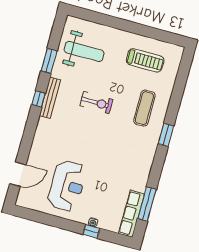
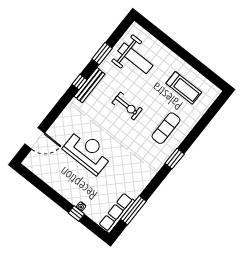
reception desk: (67, 186) -> (88, 152), moved, turned -90

